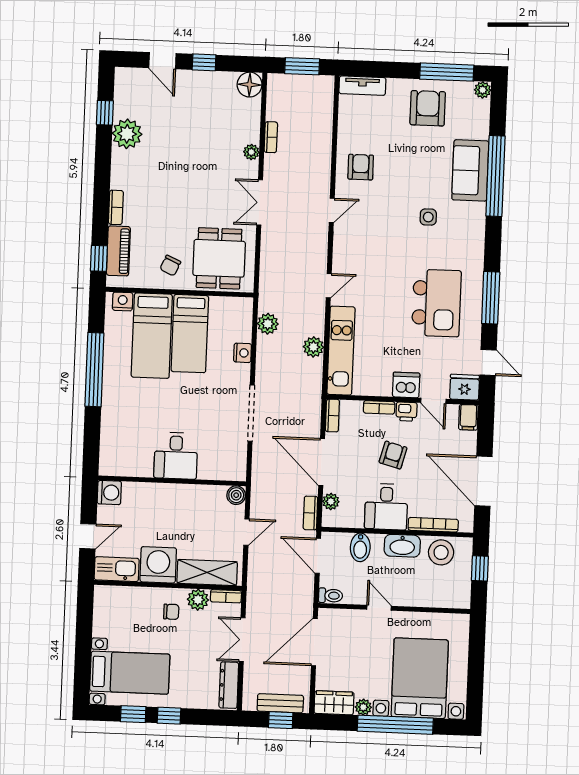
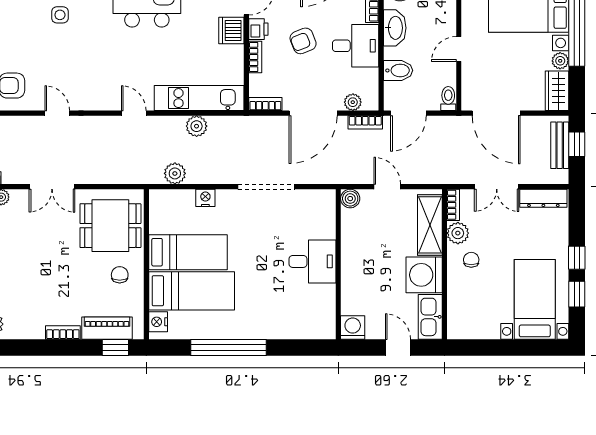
chair: (170, 266) -> (120, 275), turned -114
armchair: (393, 455) -> (303, 41), turned -37

